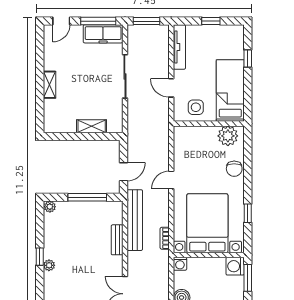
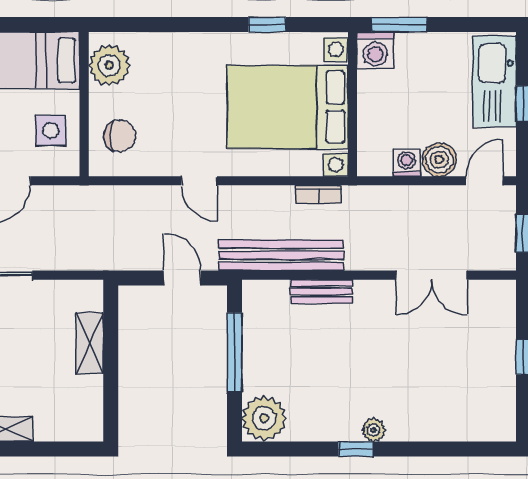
chair: (234, 169) -> (120, 136), moved
plant: (50, 207) -> (264, 418), width x1.87, depth x1.87
washing machine: (180, 264) -> (407, 163), moved, turned -90

